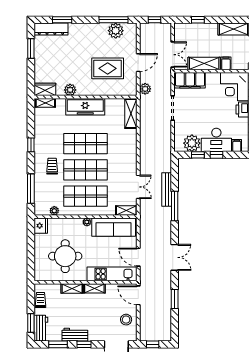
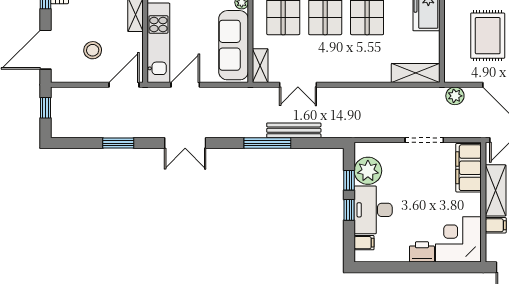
stool: (126, 320) -> (93, 50), moved

